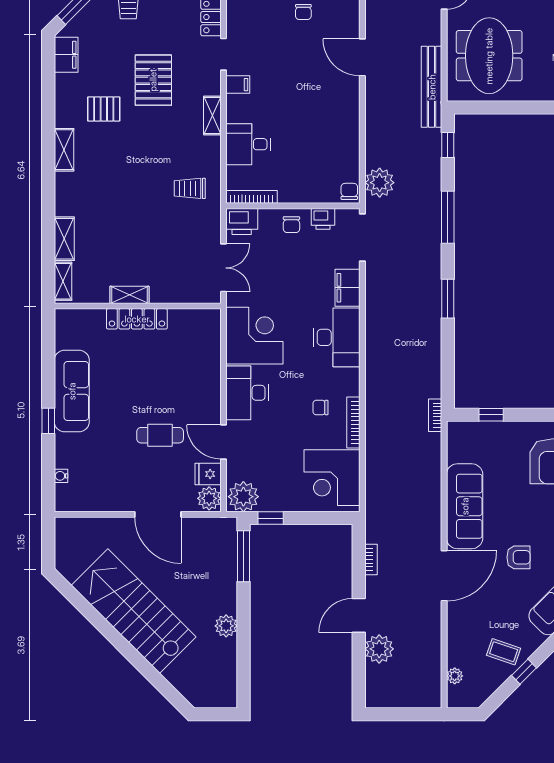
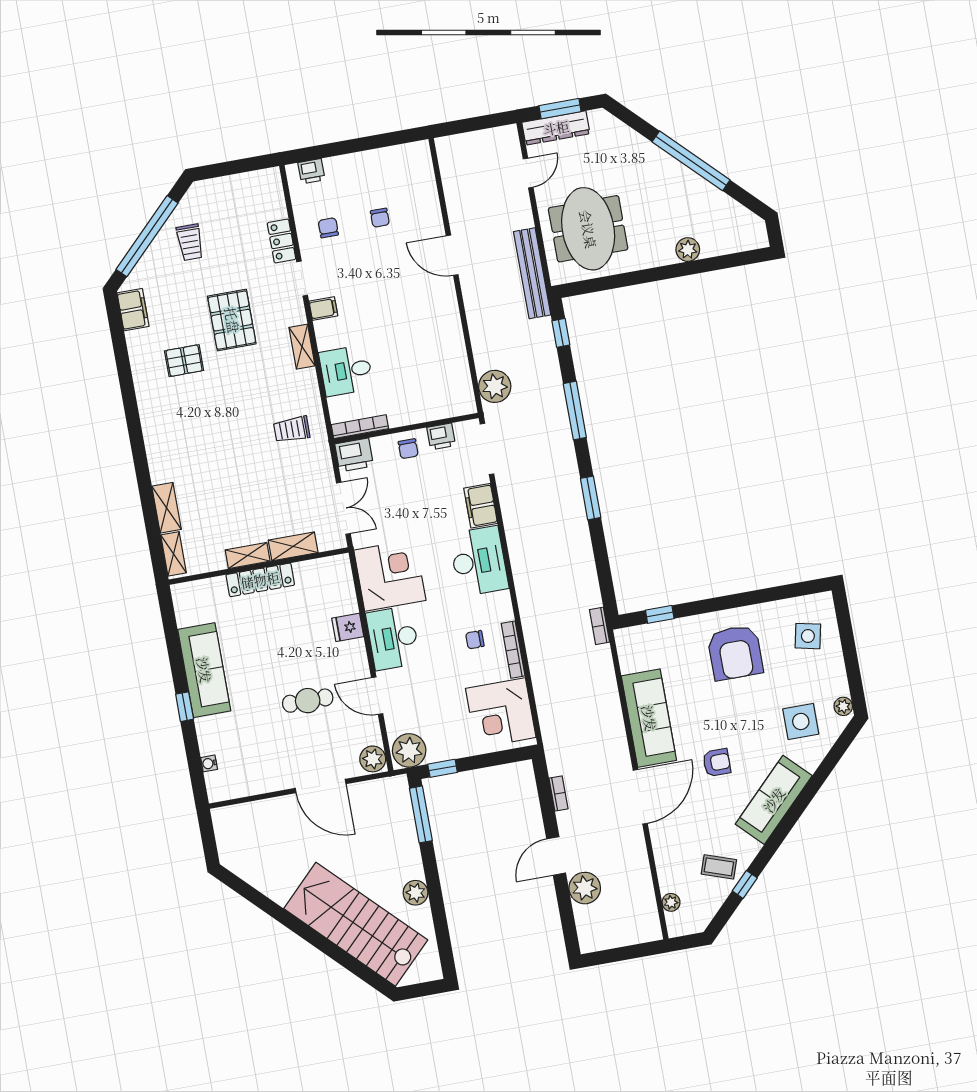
shelving: (64, 150) -> (293, 546), moved, turned 90
chair: (349, 191) -> (328, 228), moved
fridge: (208, 474) -> (348, 627), moved
stairs: (134, 611) -> (356, 924), moved

